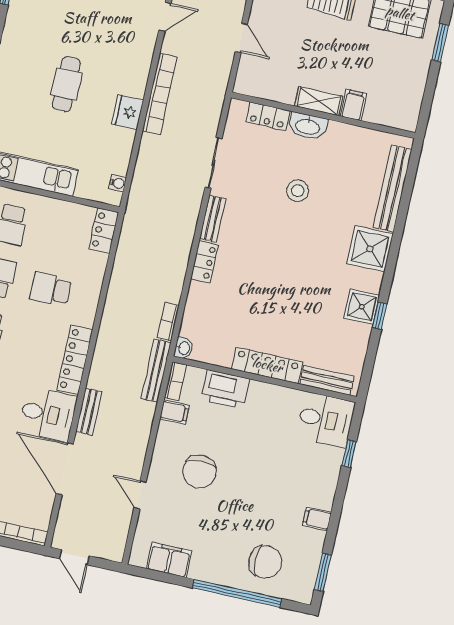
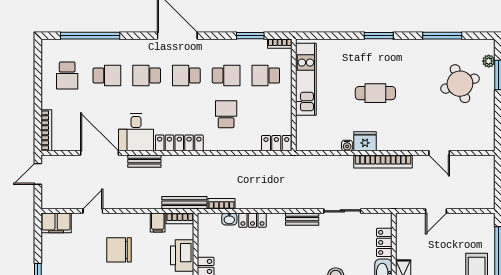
water cooler: (118, 183) -> (347, 146), moved
locker: (204, 262) -> (252, 220), moved
washbasin: (184, 348) -> (229, 219), moved
door: (65, 469) -> (99, 153), hinge flipped
filing cabinet: (169, 560) -> (56, 223), moved, turned 90

